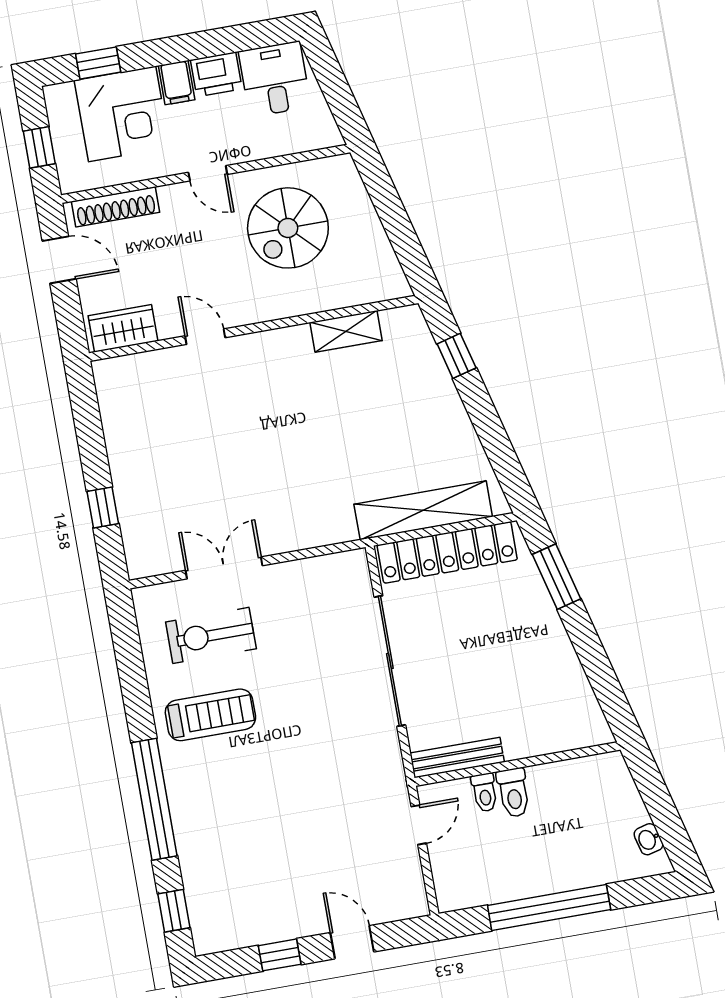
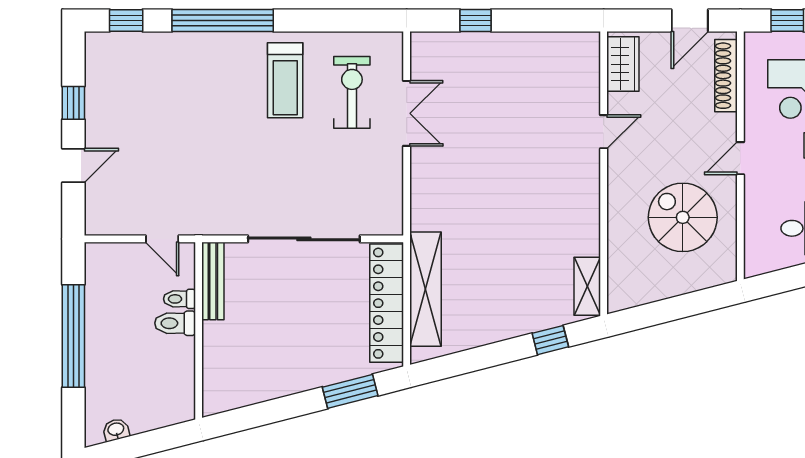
shelving: (346, 331) -> (587, 286), moved

